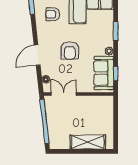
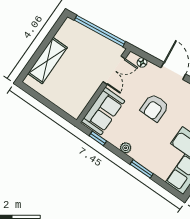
armchair: (70, 50) -> (155, 108), turned -90
sofa: (104, 73) -> (103, 111), moved, turned 90

